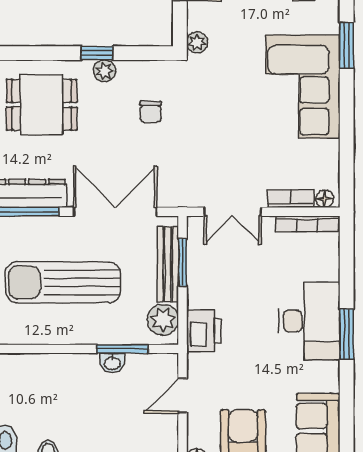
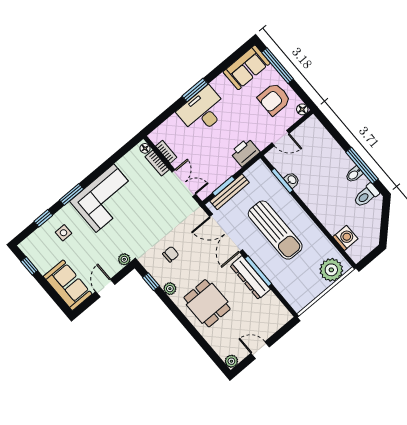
window: (97, 53) -> (151, 282), moved
bookcase: (307, 224) -> (166, 152), width x0.64
plant: (163, 320) -> (255, 174), removed

